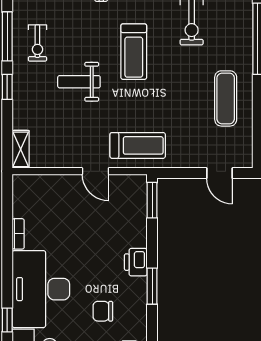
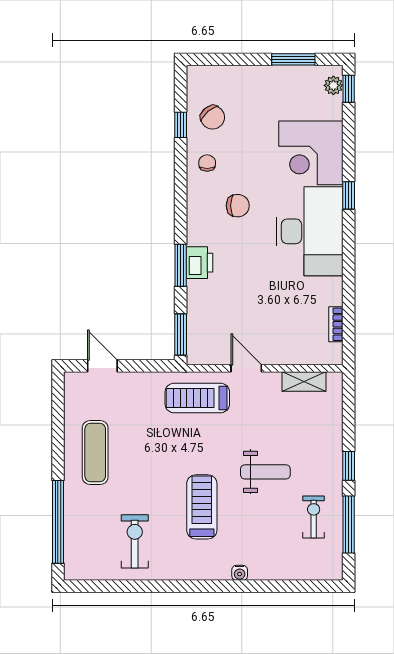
shelving: (21, 149) -> (304, 381), moved, turned 90
bookcase: (18, 234) -> (336, 324), moved
window: (152, 286) -> (181, 265), moved

